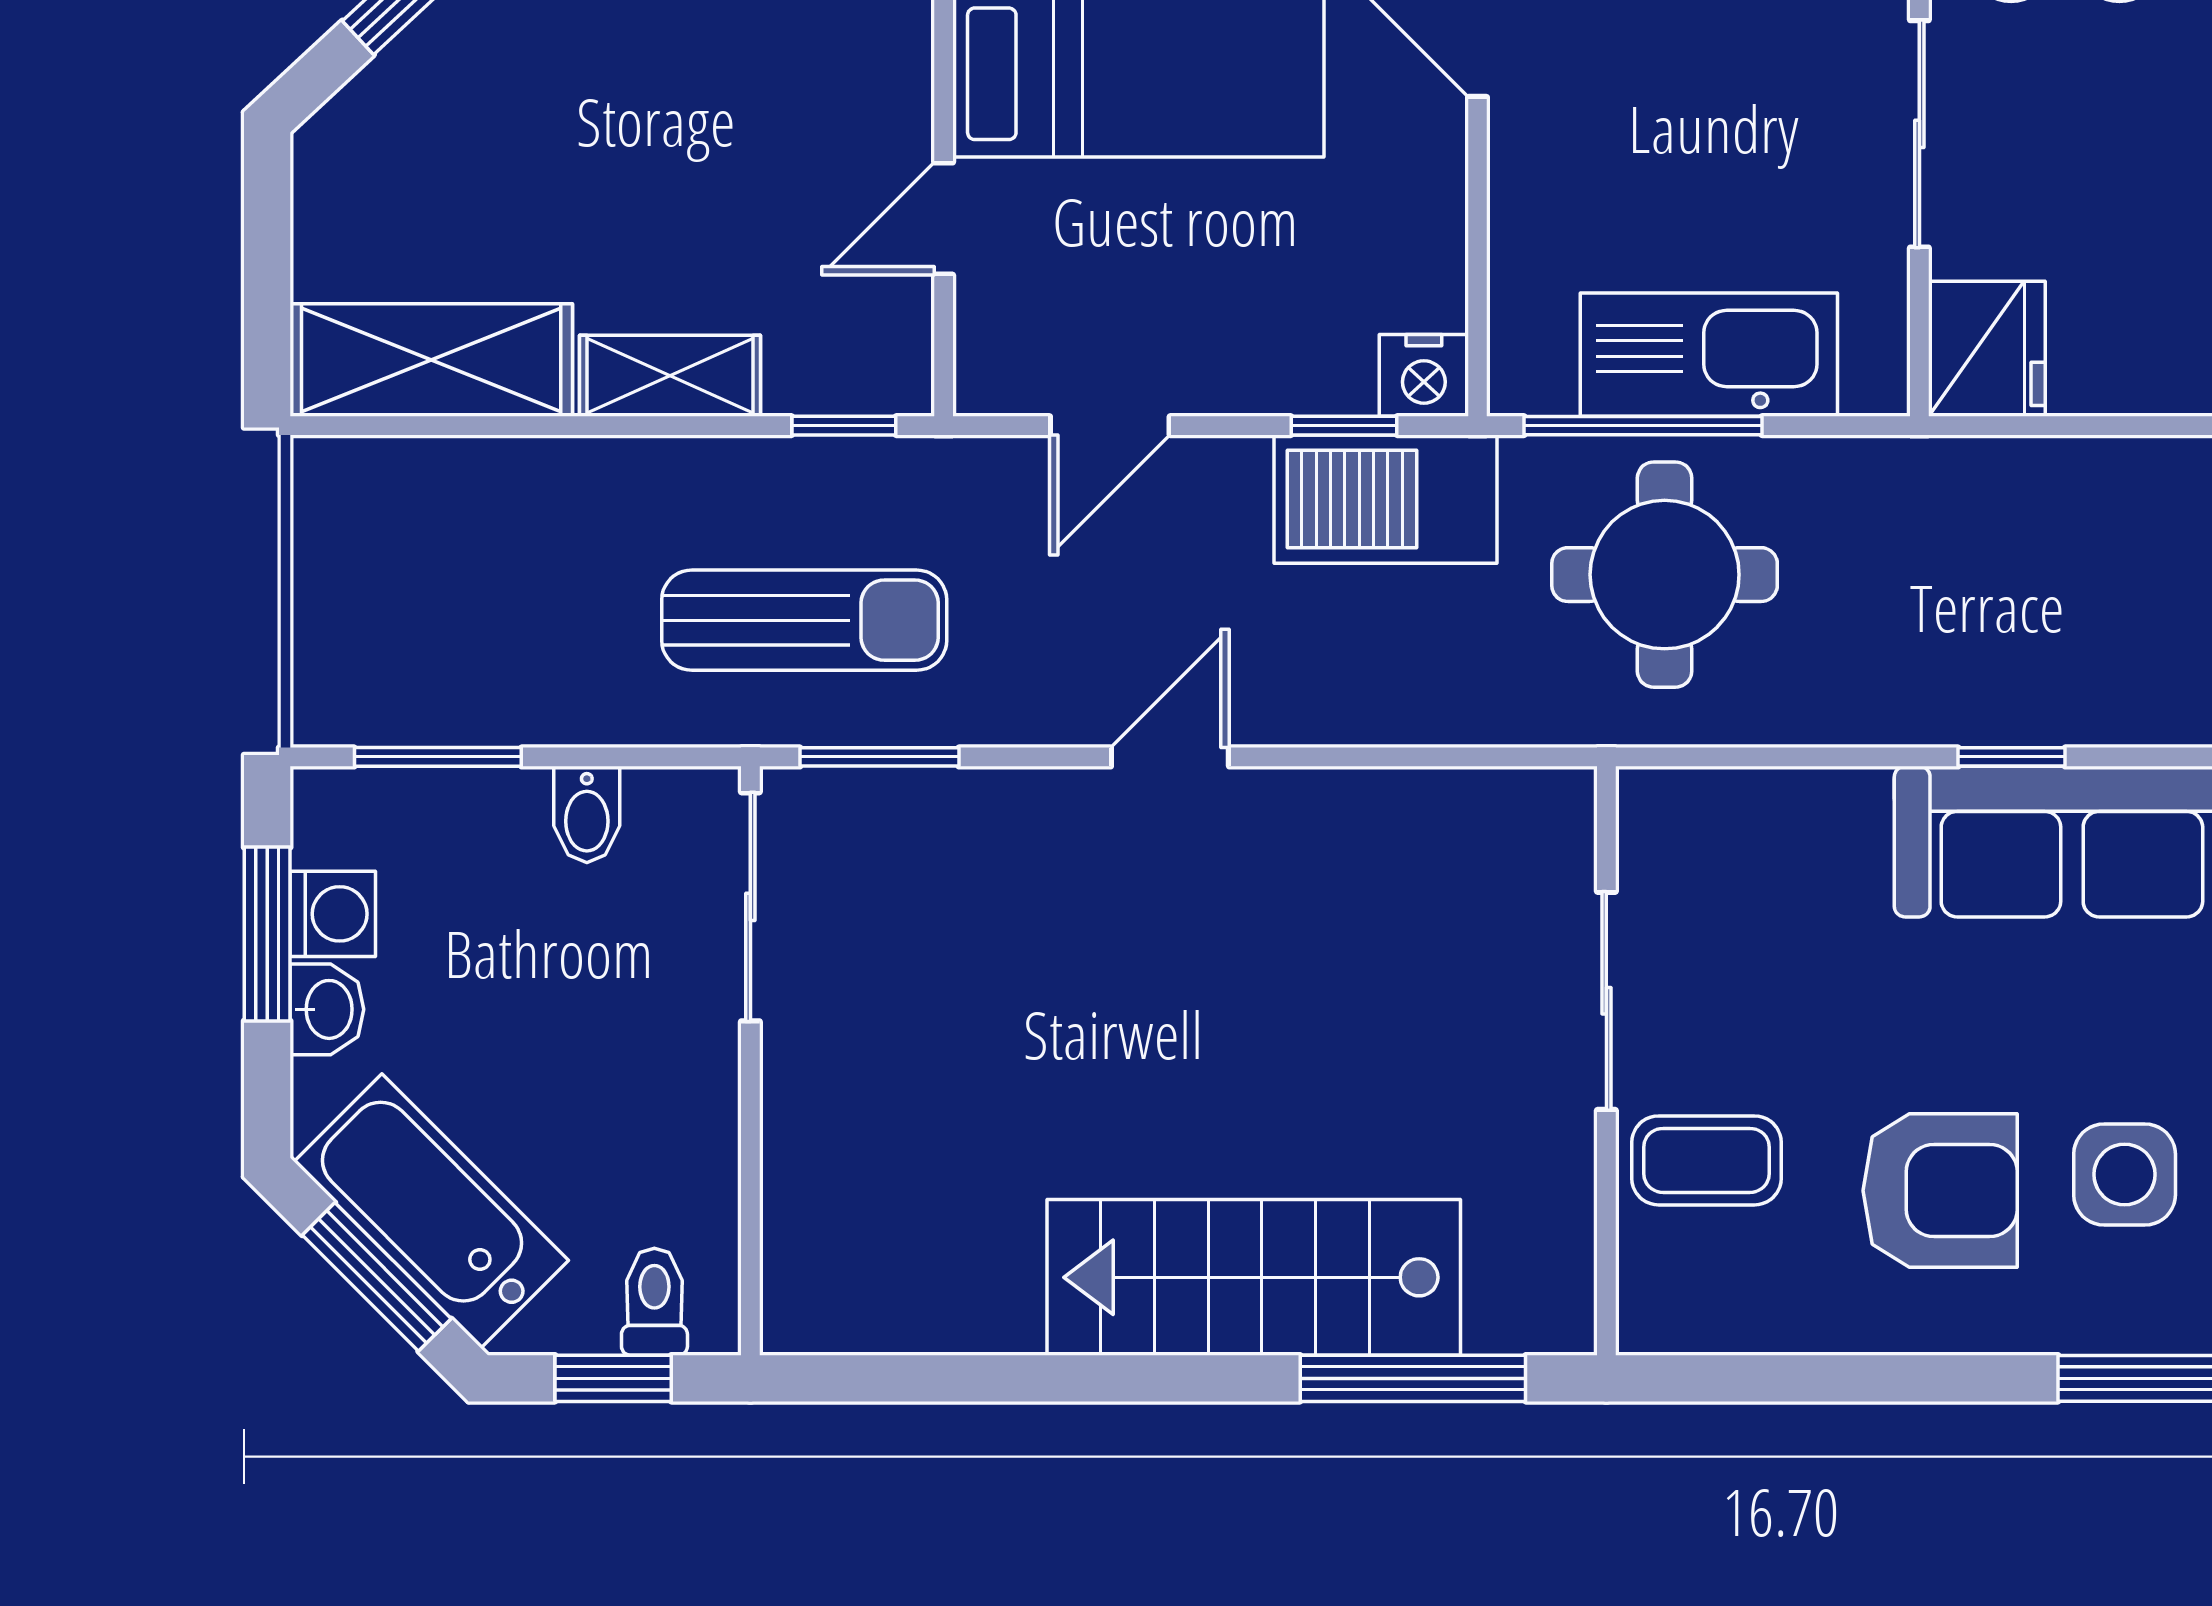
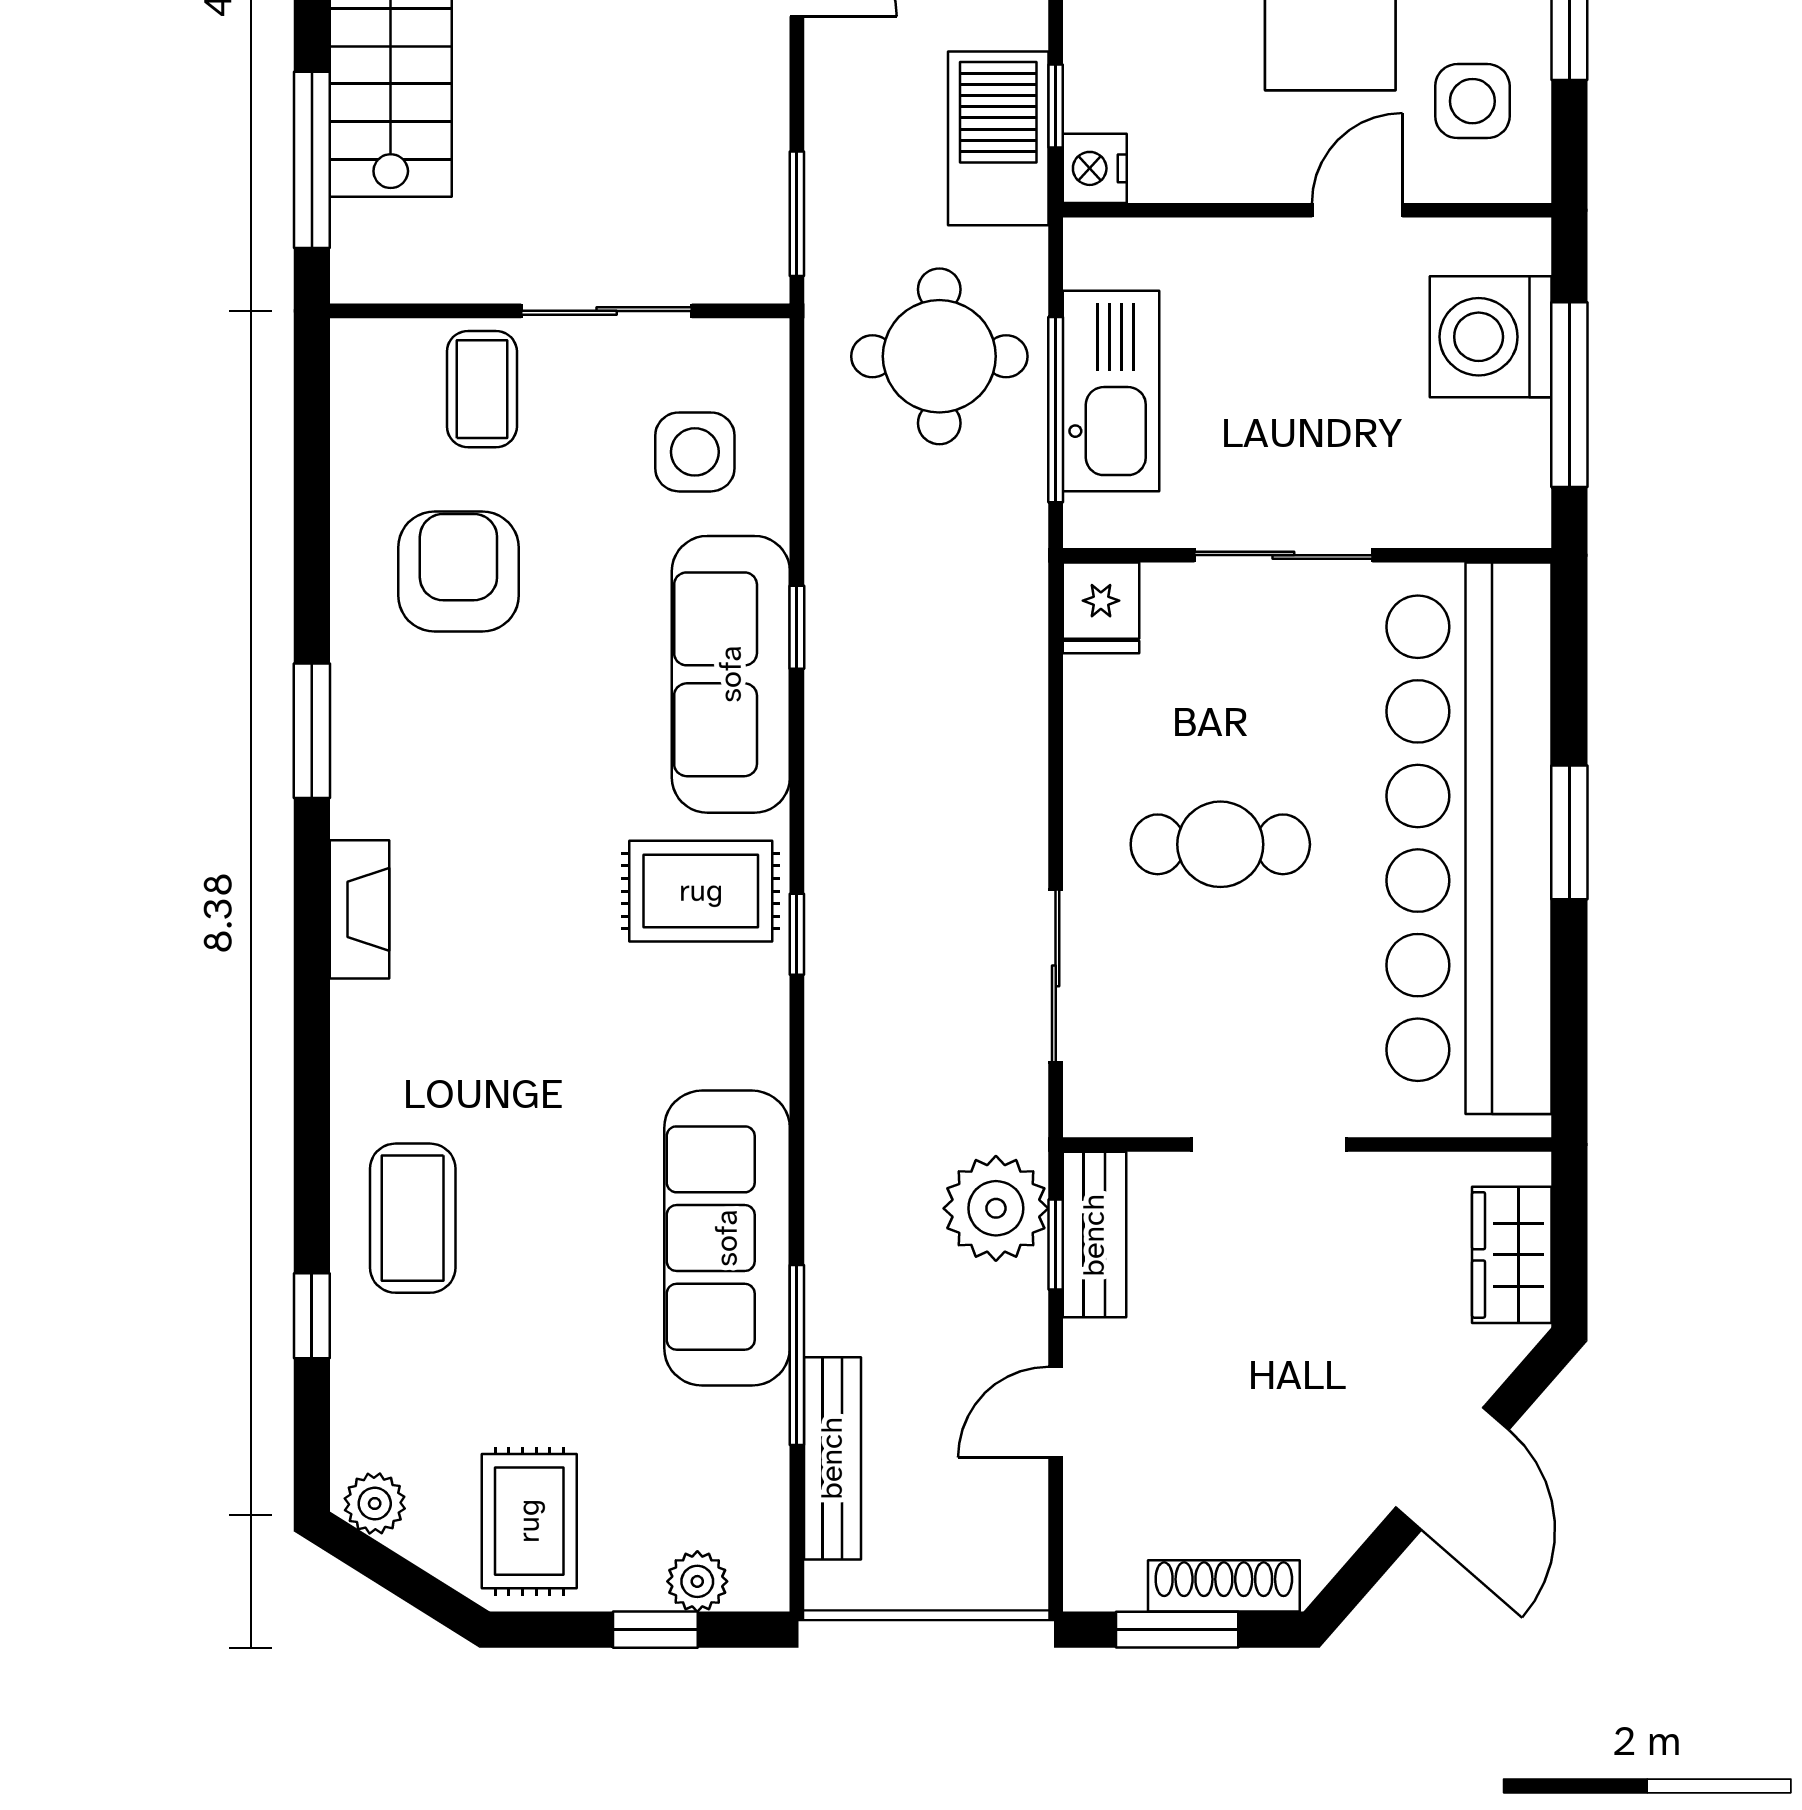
fridge: (1987, 349) -> (1101, 608), width x0.72
window: (1643, 426) -> (1056, 410), moved
window: (1482, 757) -> (797, 214), added
side table: (2125, 1174) -> (695, 452), moved
armchair: (1940, 1191) -> (458, 571), turned 180

